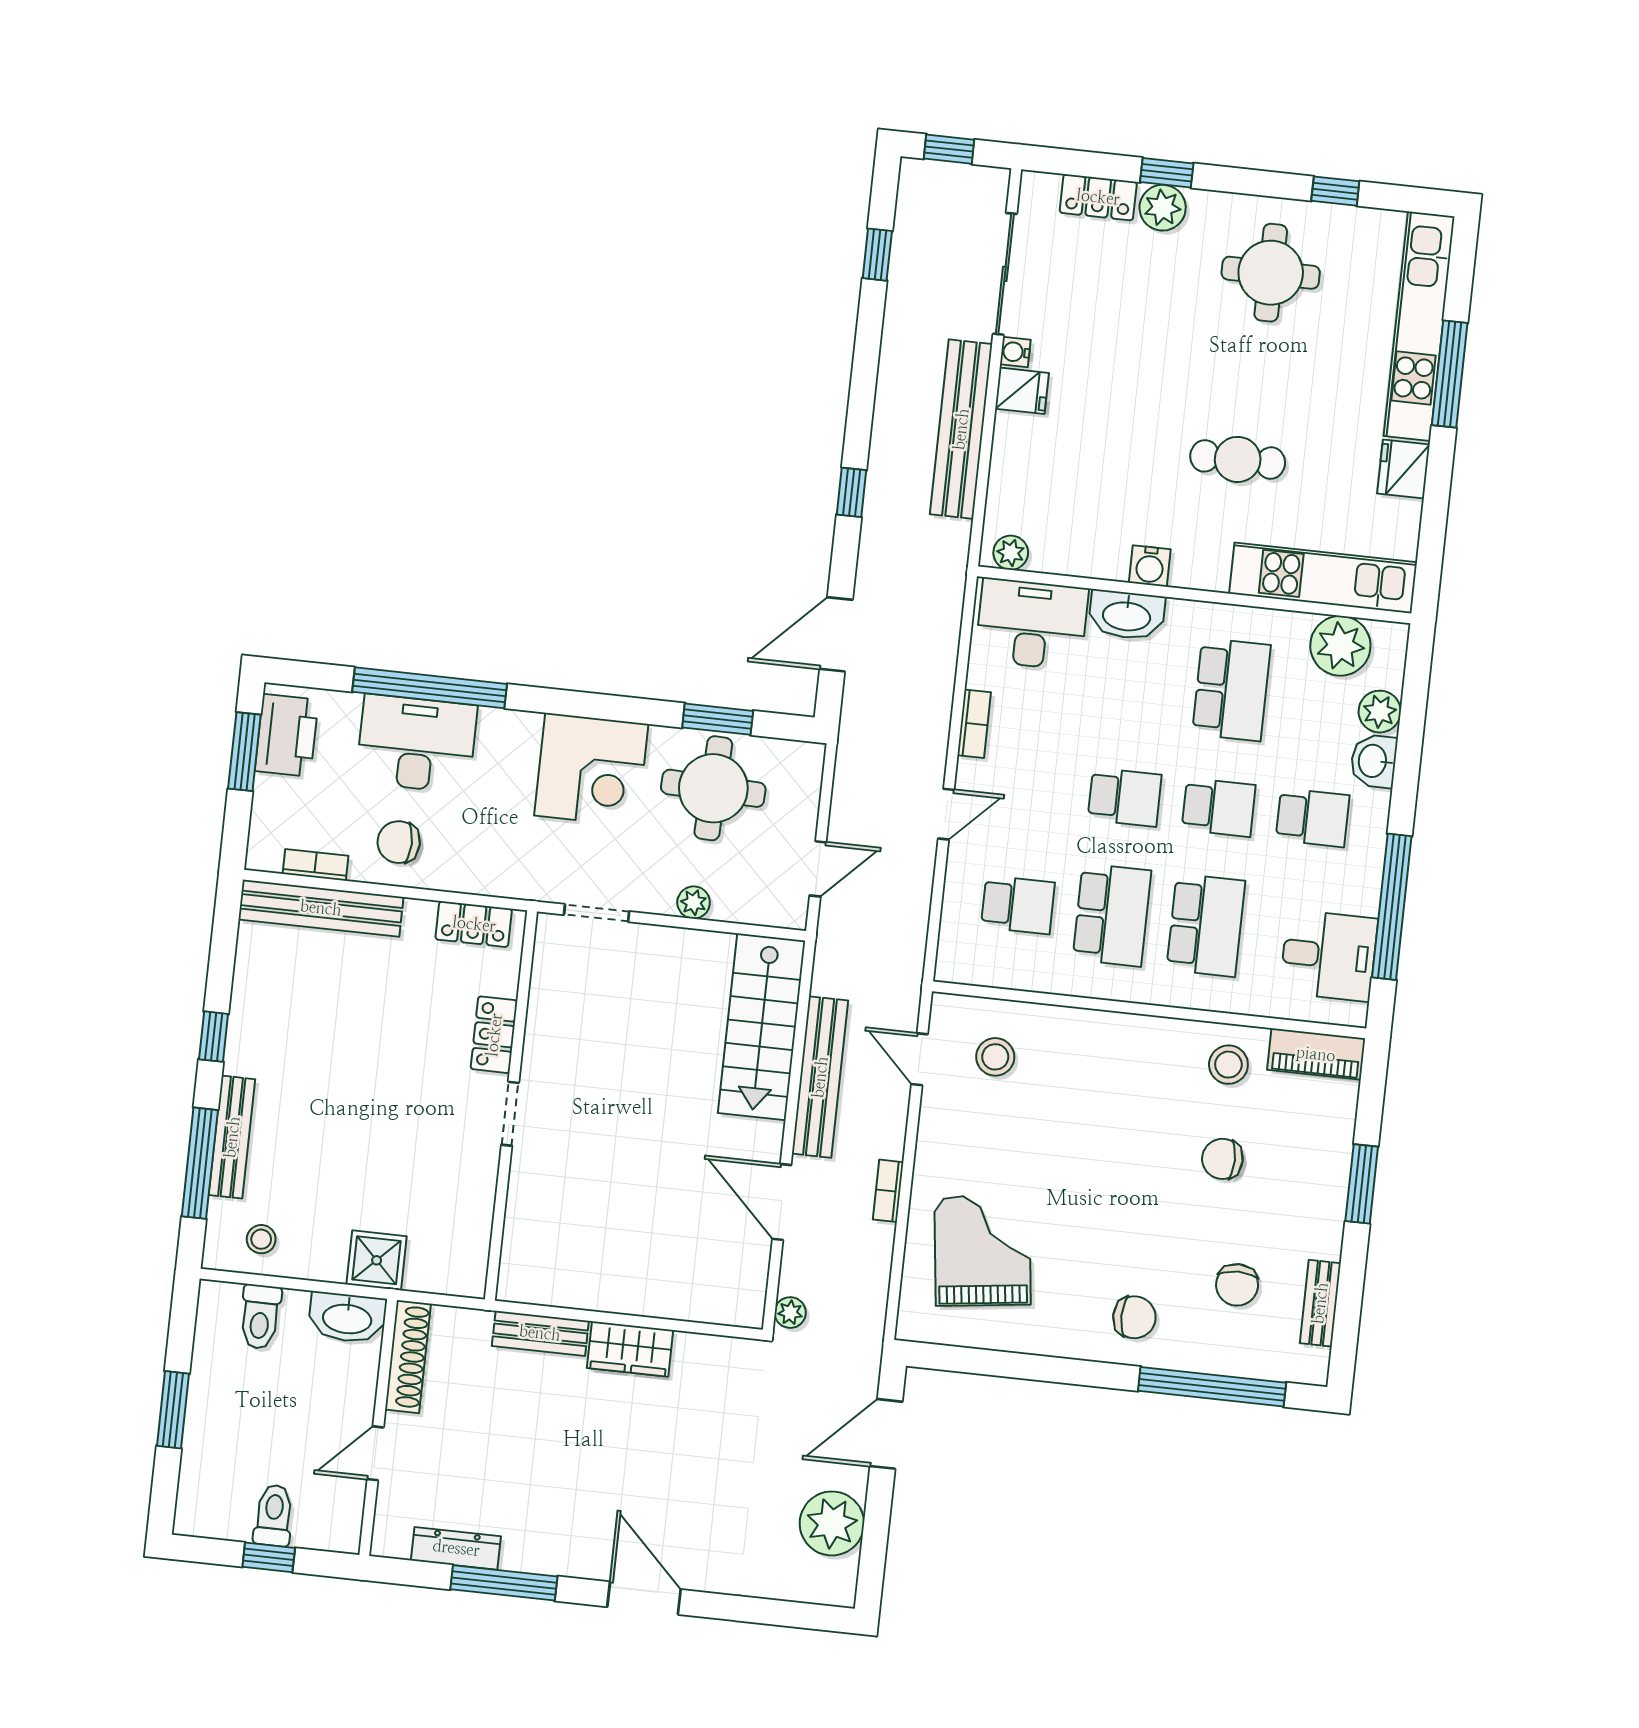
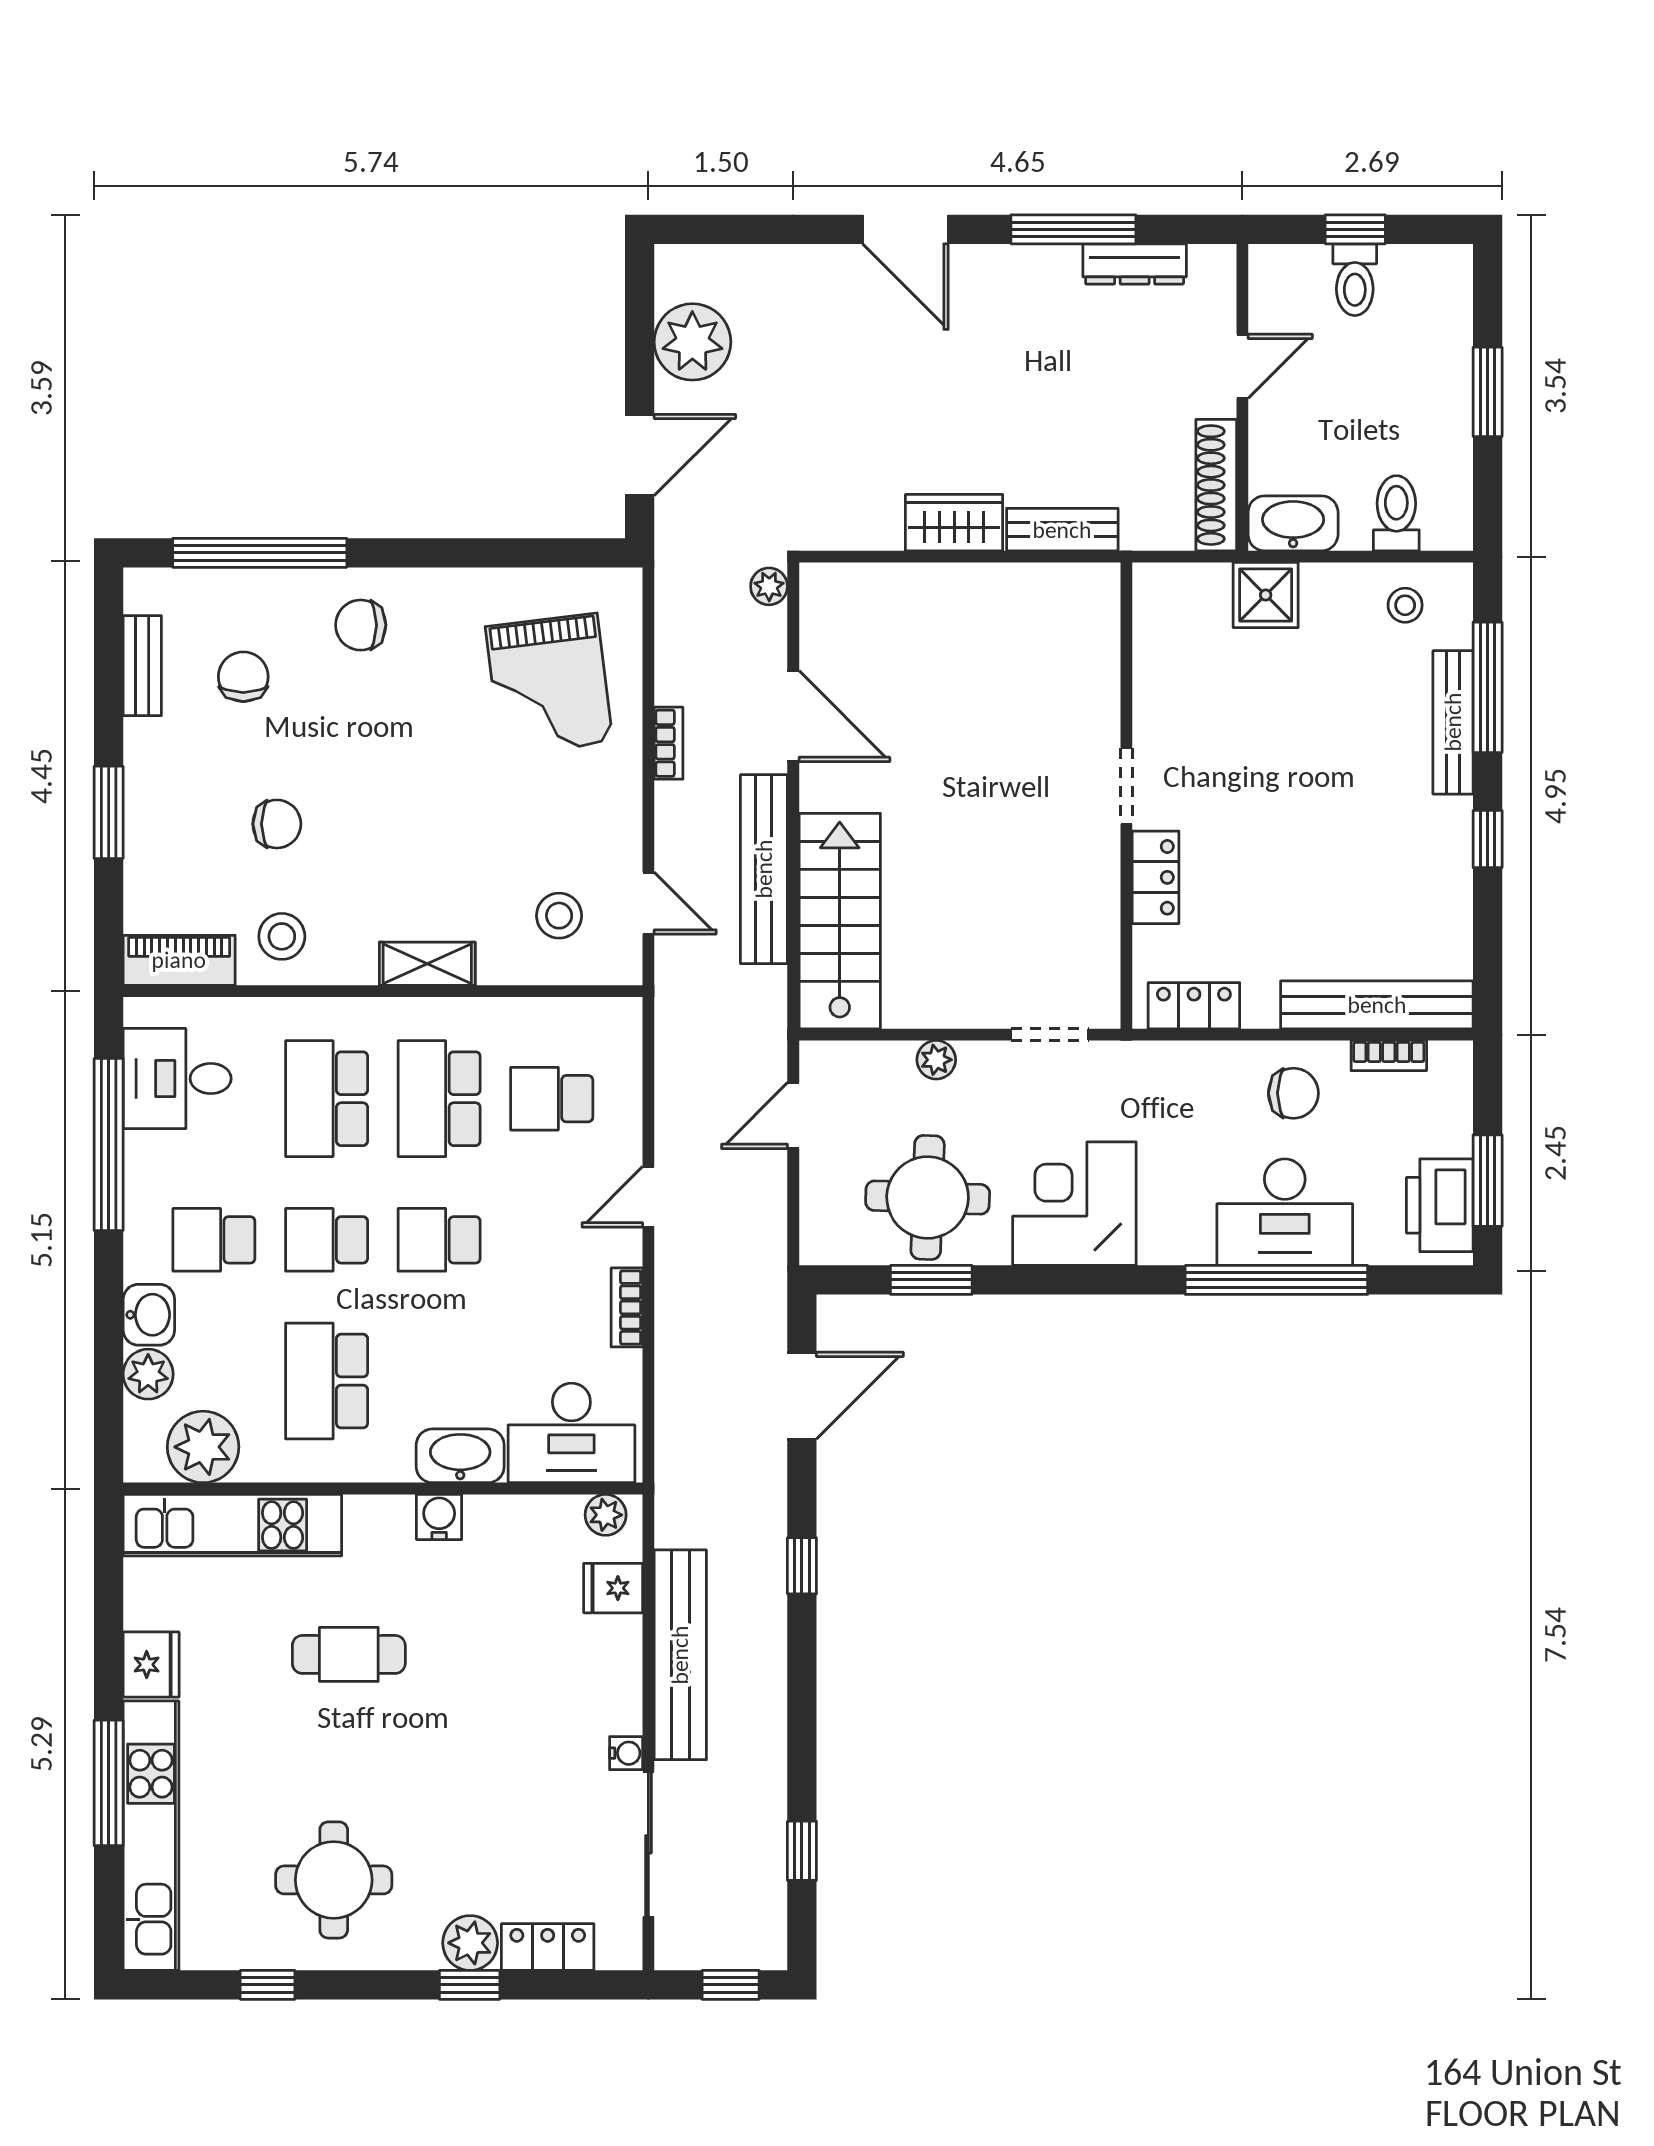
fridge: (1022, 391) -> (613, 1588), moved
shelving: (1110, 1029) -> (427, 964), added

